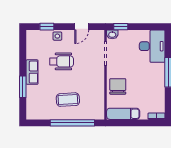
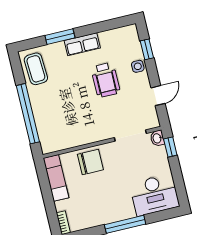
door: (82, 27) -> (158, 96), swing flipped
coffee table: (68, 100) -> (36, 69), moved

